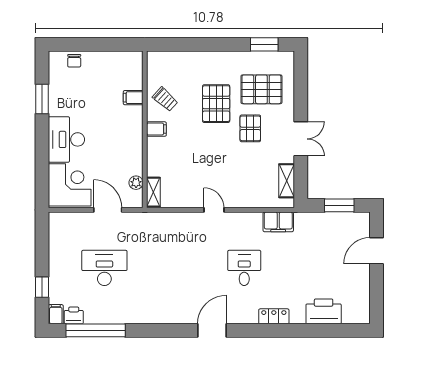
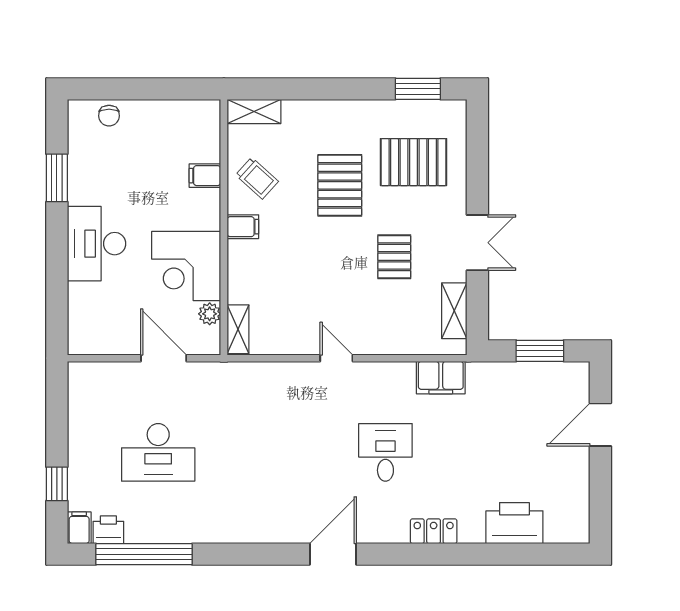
shelving: (163, 58) -> (254, 112), added
pallet: (250, 128) -> (394, 257), moved
corner desk: (70, 185) -> (186, 266), moved, turned 180
desk: (104, 268) -> (158, 452), turned 180

